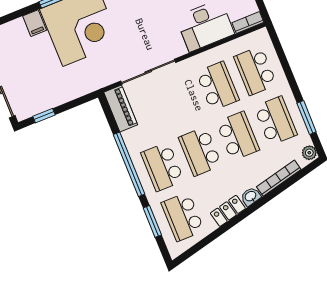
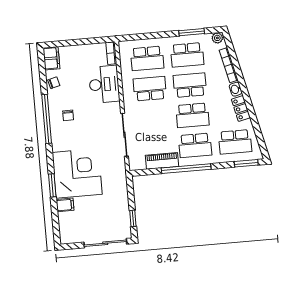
piano: (121, 108) -> (162, 161), moved
school desk: (276, 121) -> (187, 55), turned 180
window: (152, 221) -> (246, 163), moved

